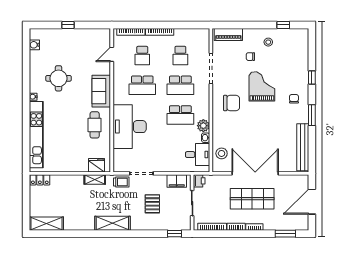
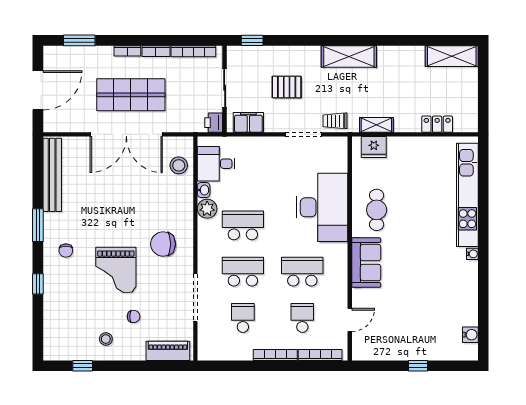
round table: (58, 78) -> (433, 283), removed
locker: (40, 180) -> (437, 124), moved
pallet: (152, 204) -> (287, 87), turned 90

